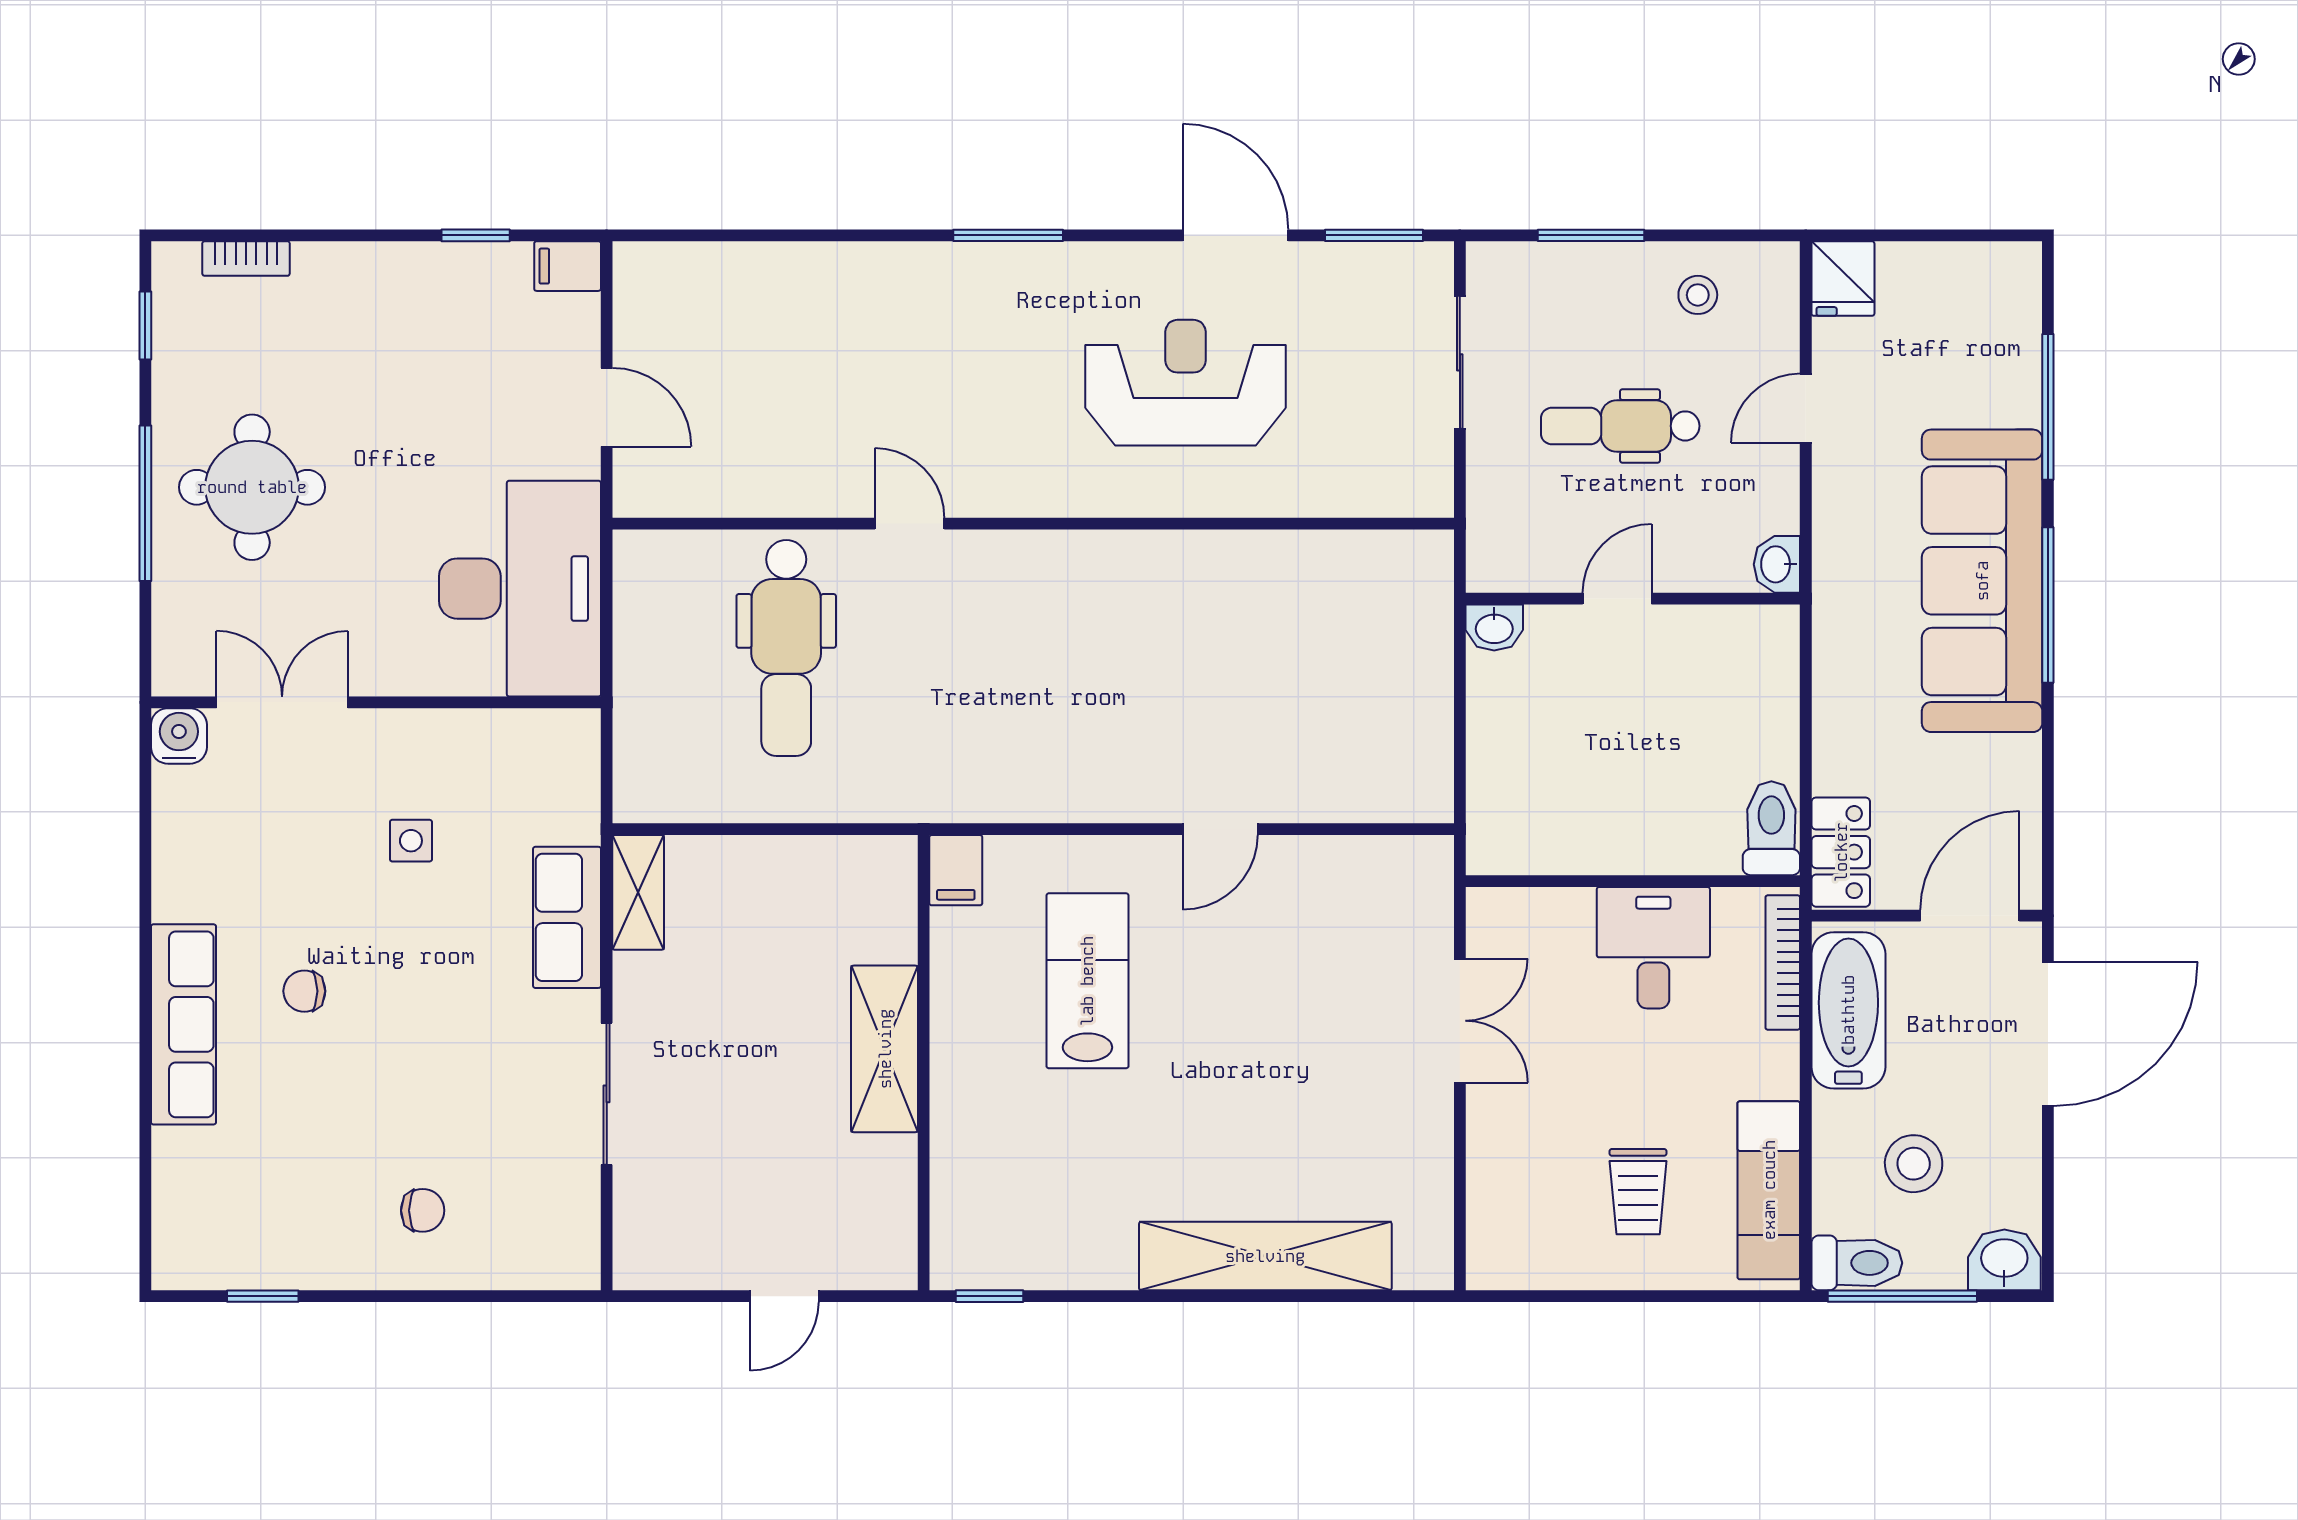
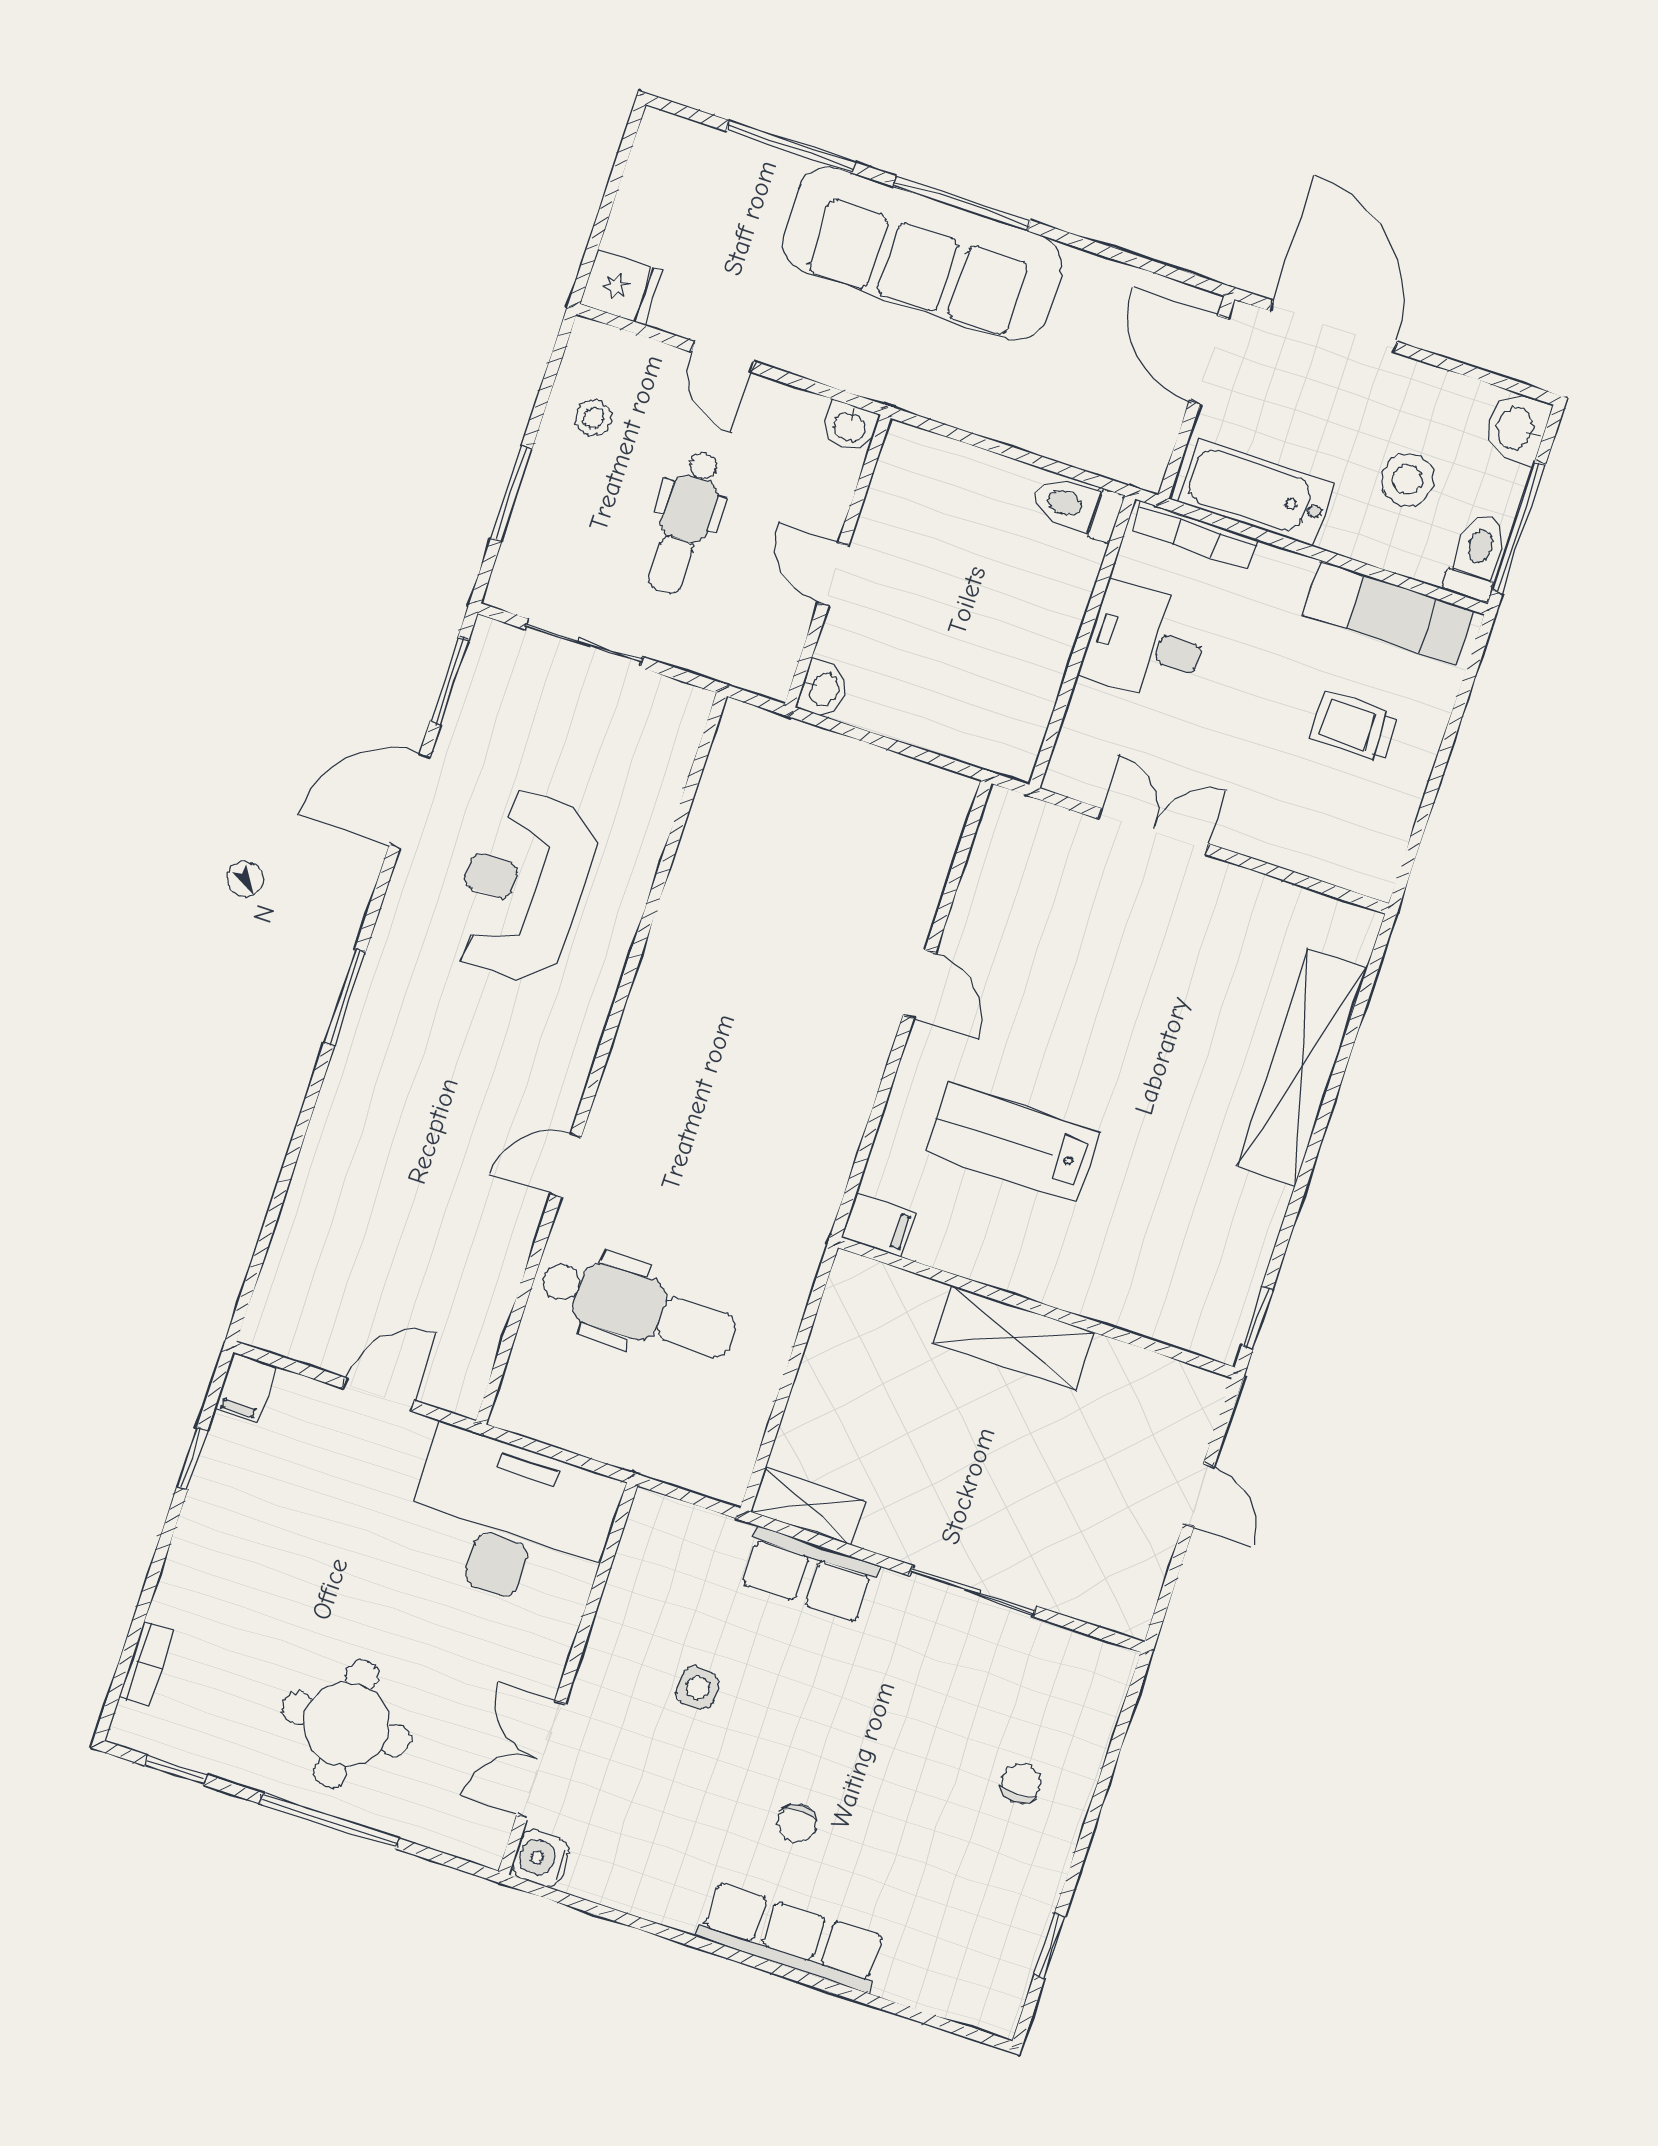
locker: (1841, 852) -> (1117, 454), removed
trolley: (1638, 1192) -> (1353, 726), turned 180

